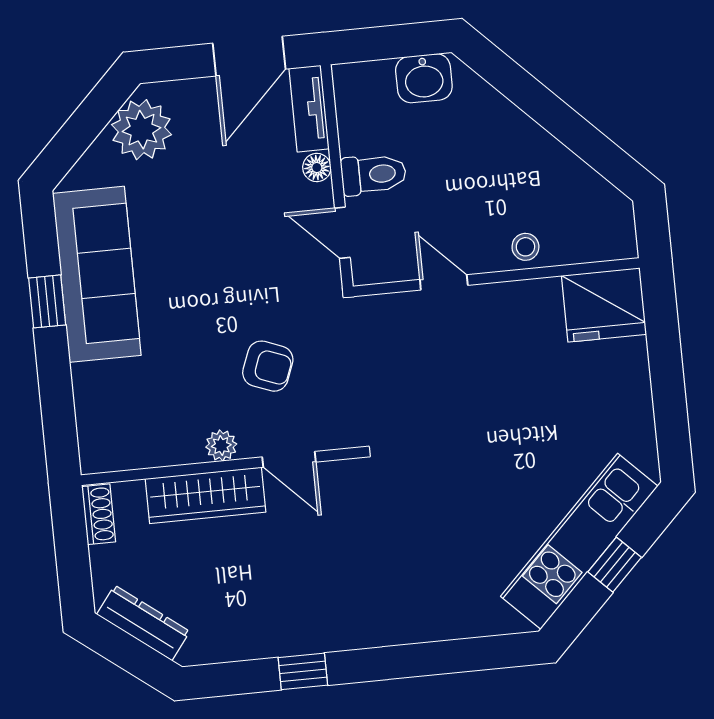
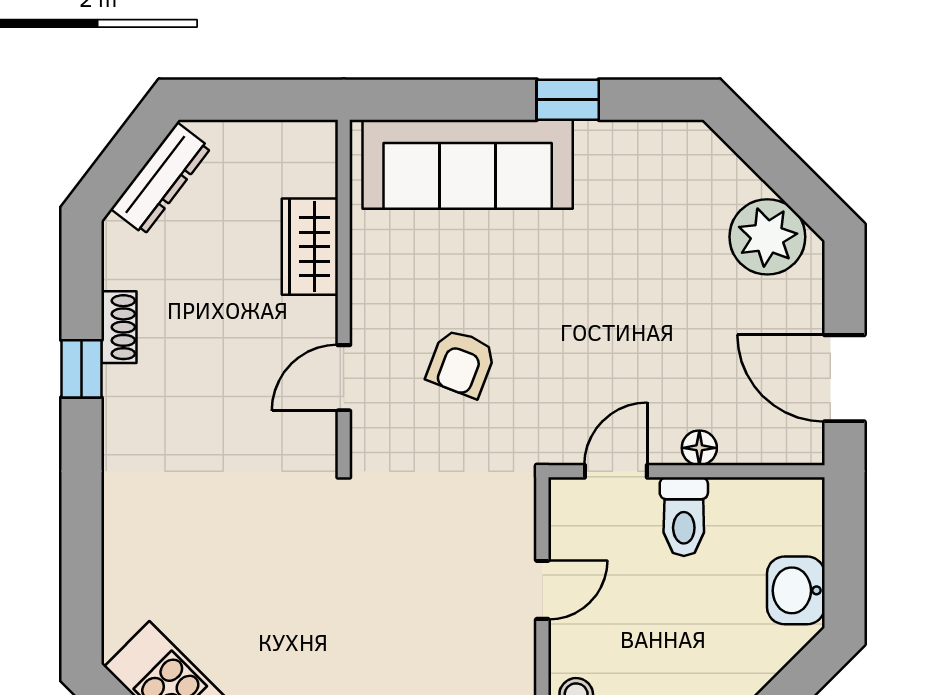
tv unit: (309, 109) -> (773, 445), removed
sofa: (97, 274) -> (468, 164), moved
plant: (221, 446) -> (369, 296), removed
wardrobe: (206, 495) -> (310, 247), width x0.67
shoe rack: (99, 514) -> (119, 327), moved, turned -90

